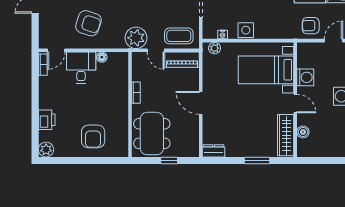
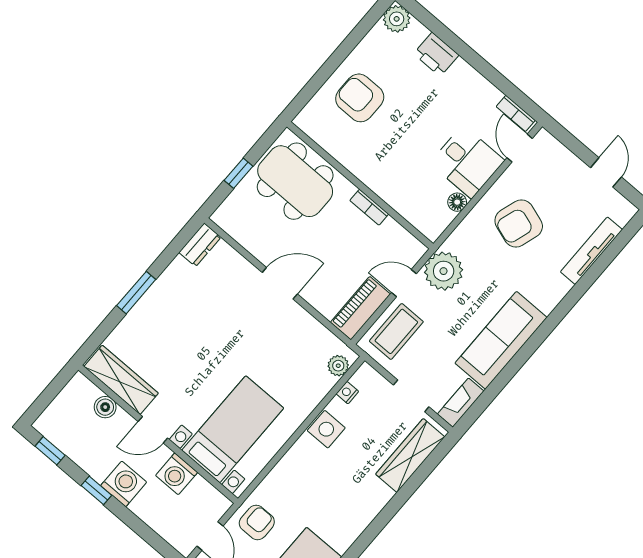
bed with nightstands: (266, 70) -> (233, 429), moved
washing machine: (305, 77) -> (177, 474), moved
wall: (295, 100) -> (158, 434), moved
door: (295, 103) -> (153, 430), moved
boiler: (303, 132) -> (105, 407), moved
wardrobe: (286, 135) -> (121, 380), moved

